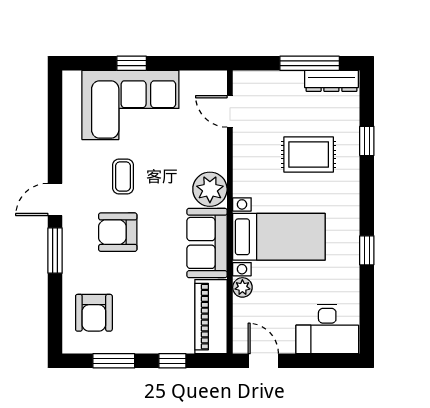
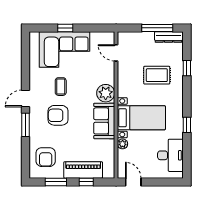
piano: (211, 317) -> (83, 170), moved, turned 90
desk: (327, 329) -> (170, 155), moved, turned -90

